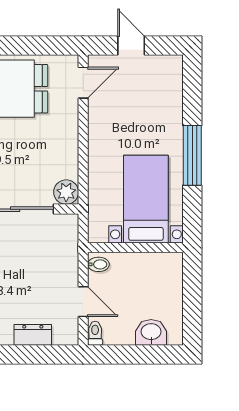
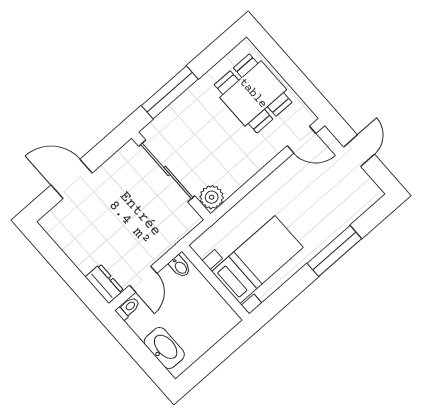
window: (192, 155) -> (334, 251), moved
washbasin: (151, 332) -> (164, 348), width x1.38
dresser: (33, 335) -> (104, 284), moved

